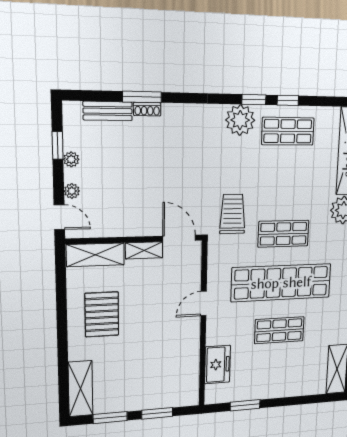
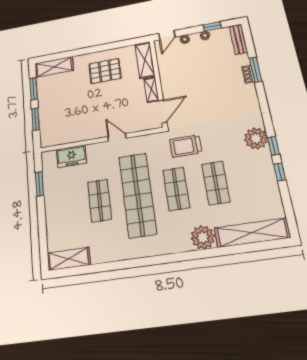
bench: (108, 111) -> (238, 40), moved
shop shelf: (288, 131) -> (216, 183), moved
trolley: (233, 214) -> (186, 146), turned 180

